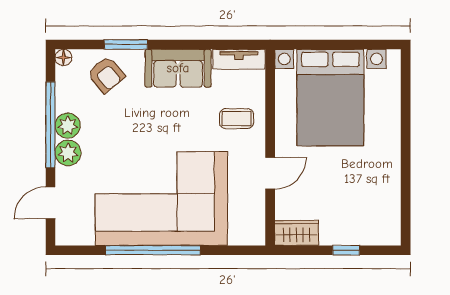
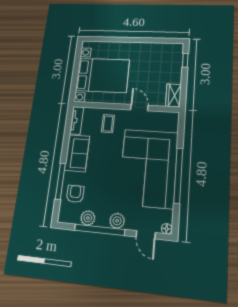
window: (126, 45) -> (60, 181), width x1.44
floor lamp: (63, 58) -> (167, 229), moved
armchair: (106, 75) -> (75, 194), turned -50
plant: (68, 126) -> (88, 218), moved
window: (346, 250) -> (185, 60), moved

